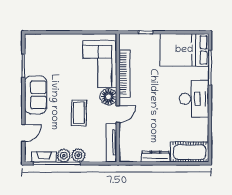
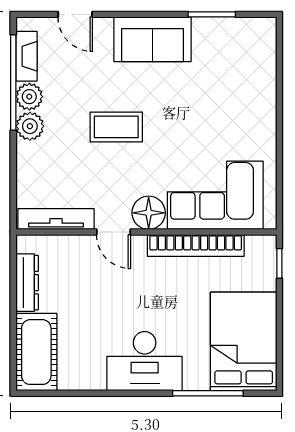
corner sofa: (100, 64) -> (215, 195), moved
bookcase: (125, 74) -> (196, 246), moved
floor lamp: (108, 97) -> (149, 213), moved
wall: (118, 98) -> (146, 232), moved
door: (118, 114) -> (113, 232), moved
tv unit: (112, 142) -> (56, 219), moved

